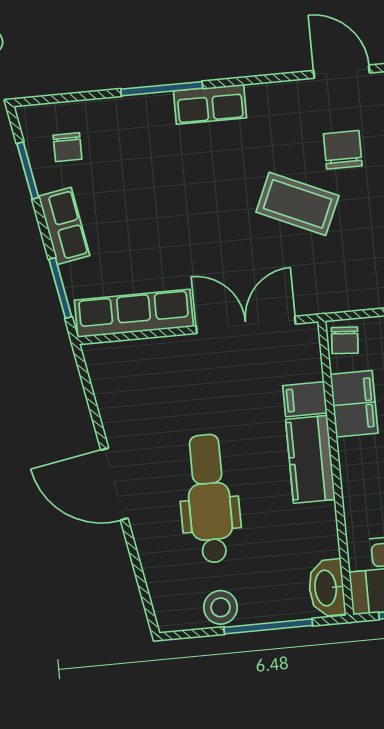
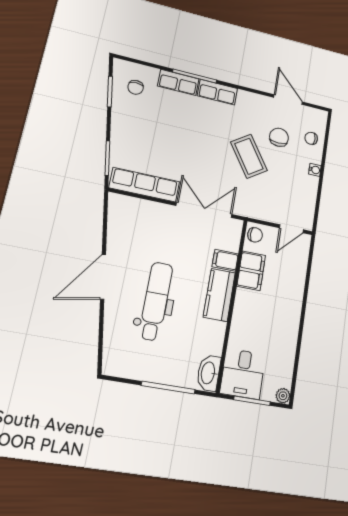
coffee table: (297, 204) -> (249, 156), turned 32
row of seats: (64, 226) -> (178, 82), moved, turned 100
chair: (345, 340) -> (255, 235), turned -94
door: (114, 484) -> (103, 277), hinge flipped
stool: (221, 607) -> (143, 368), removed

